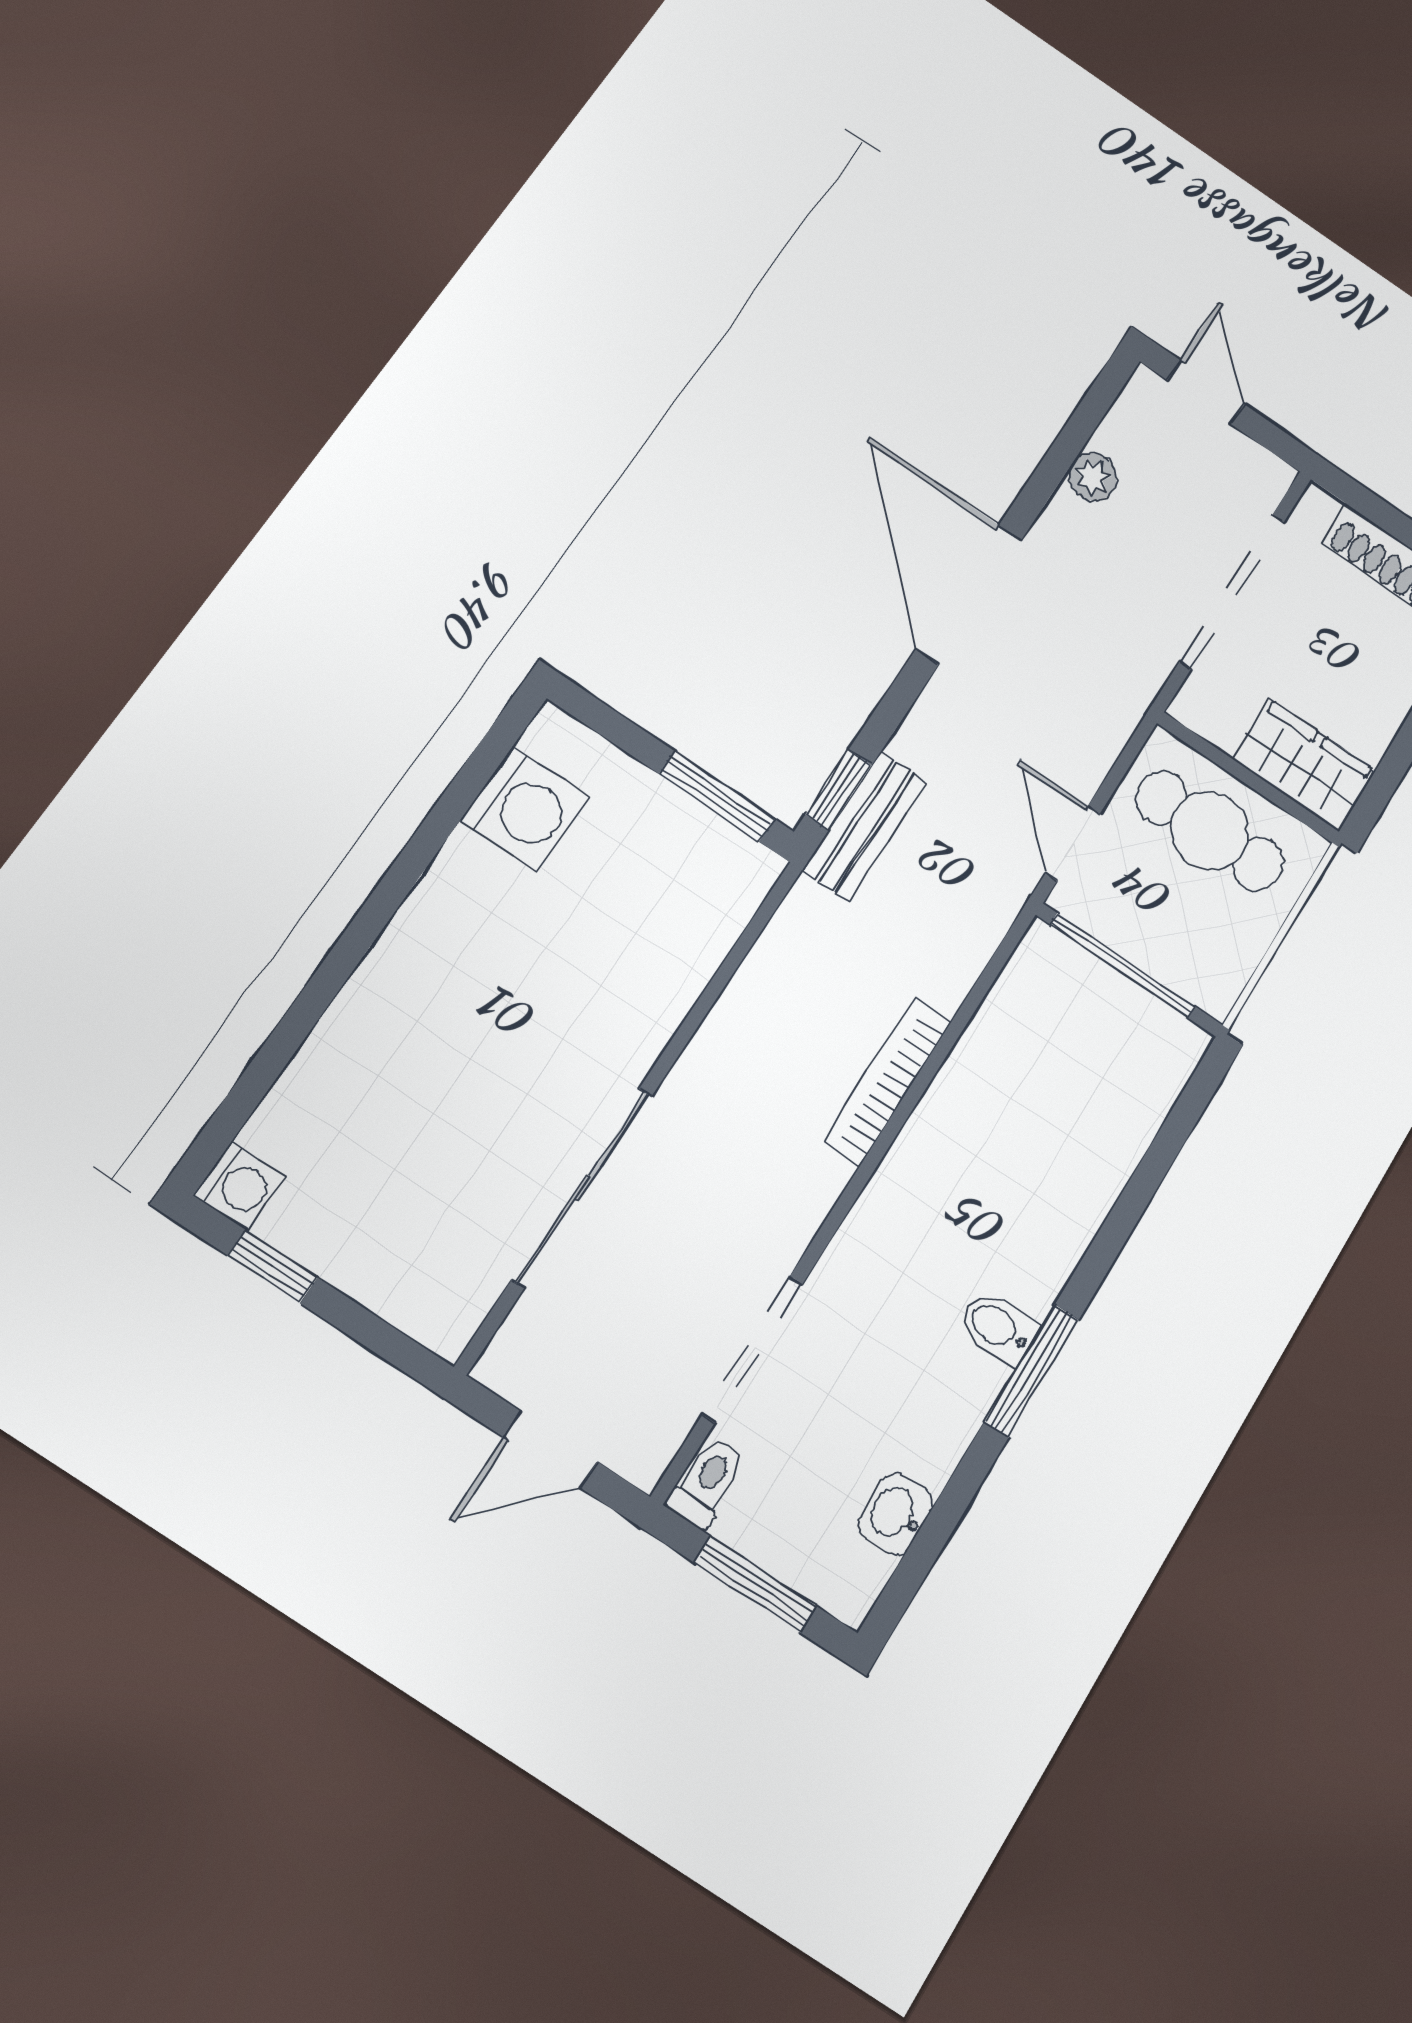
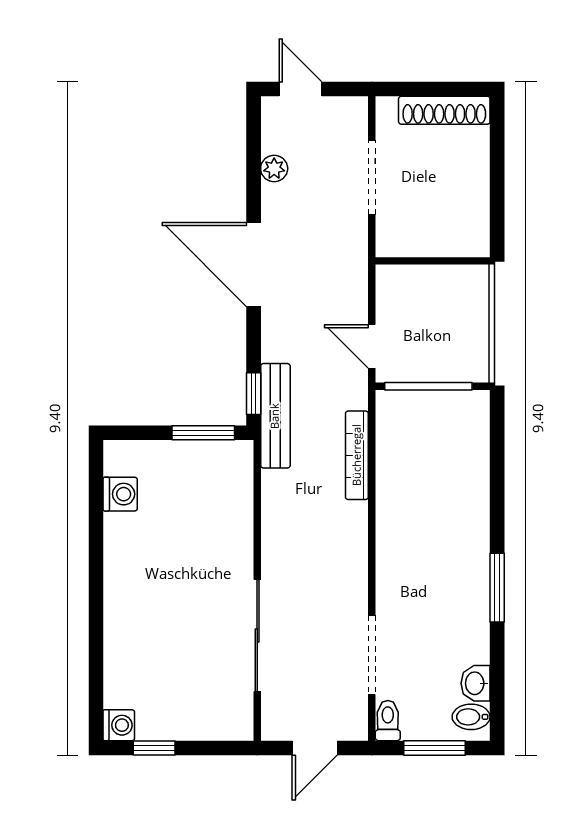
doorway: (1232, 591) -> (372, 178), width x0.73
wardrobe: (1304, 765) -> (455, 237), removed
washing machine: (525, 809) -> (120, 494), width x0.73, depth x0.73
bench: (865, 826) -> (275, 416), width x1.36
cafe table: (1210, 831) -> (430, 298), removed
bookcase: (887, 1082) -> (357, 455), moved
bidet: (998, 1328) -> (471, 717), moved

